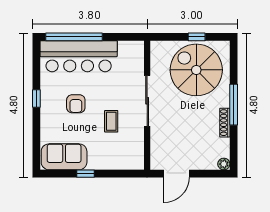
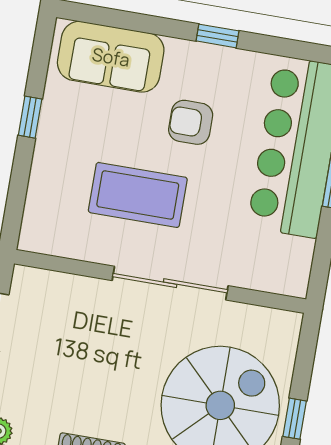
coffee table: (111, 121) -> (138, 195), width x1.86, depth x1.72
sofa: (64, 157) -> (111, 57), moved, turned 90

